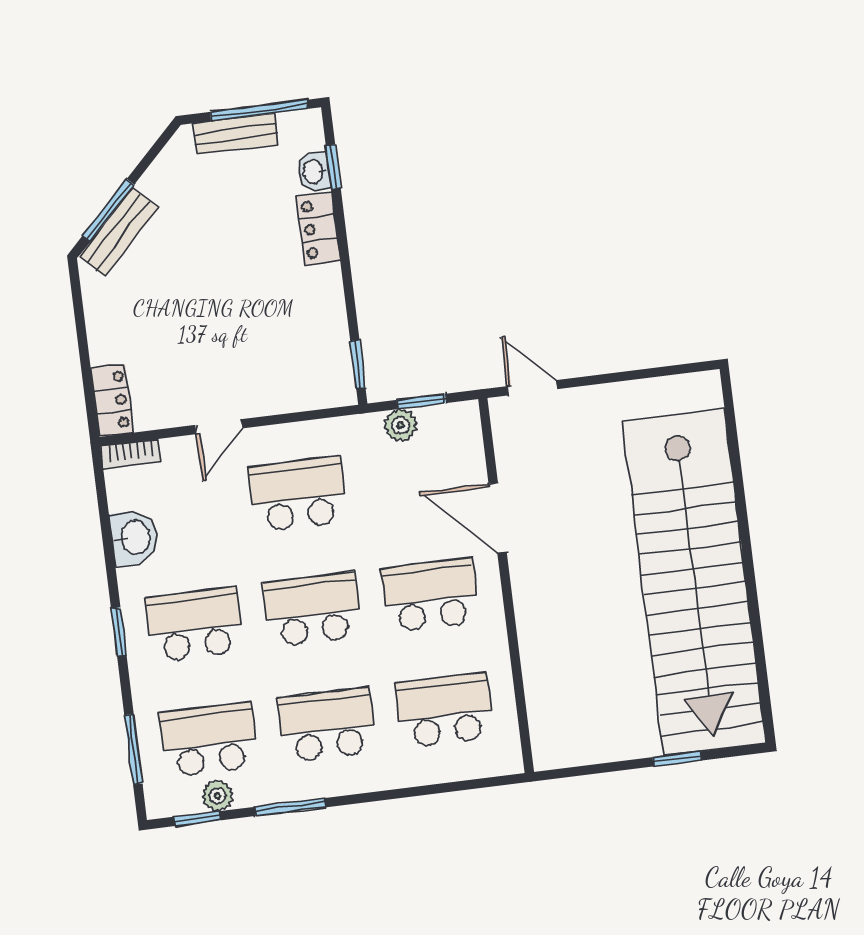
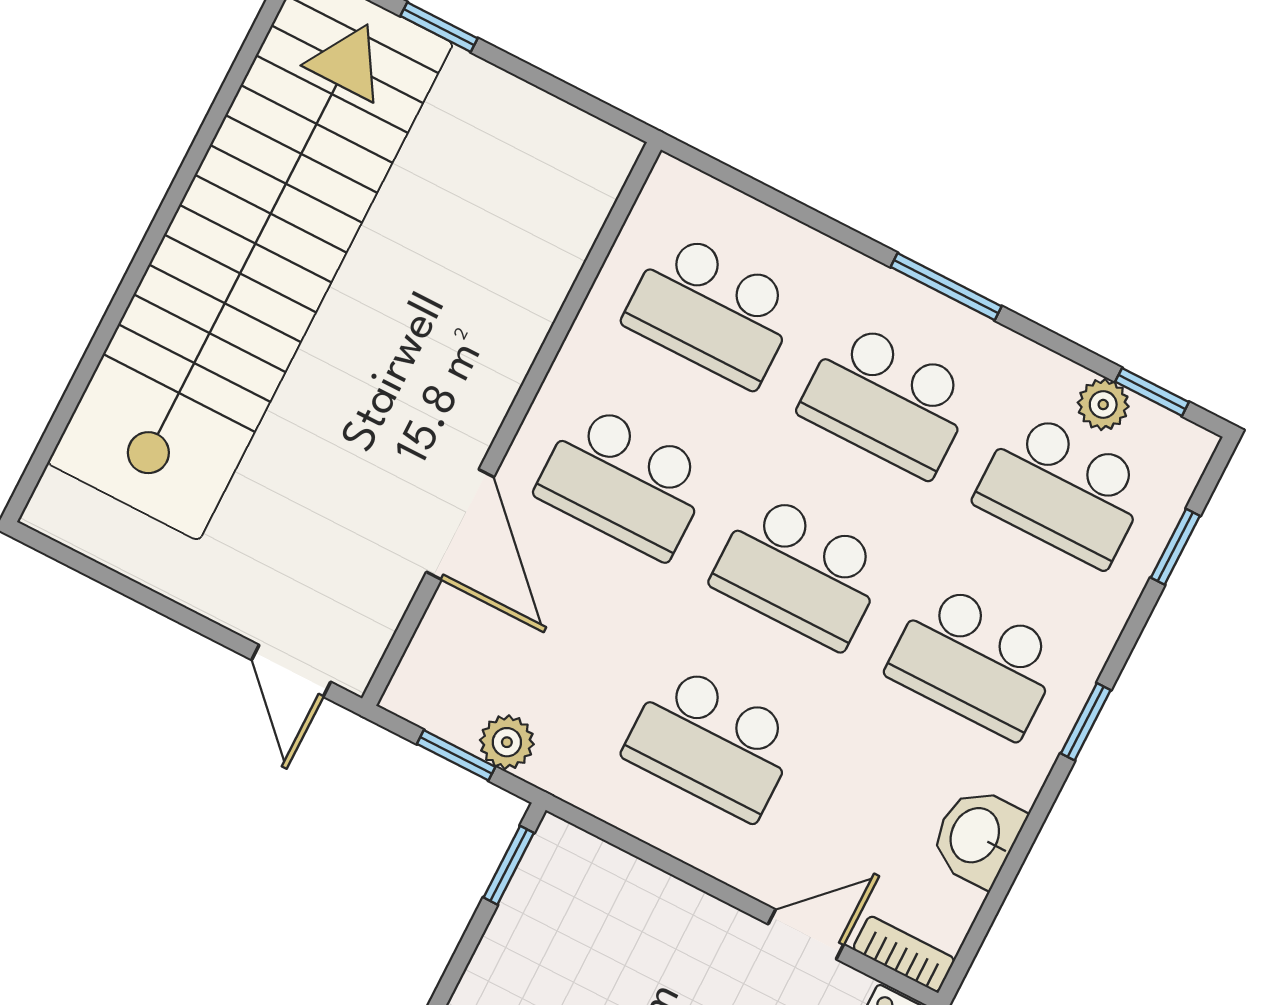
door: (219, 427) -> (806, 934), moved
window: (133, 749) -> (1175, 547), width x0.67
window: (290, 807) -> (946, 287), moved

